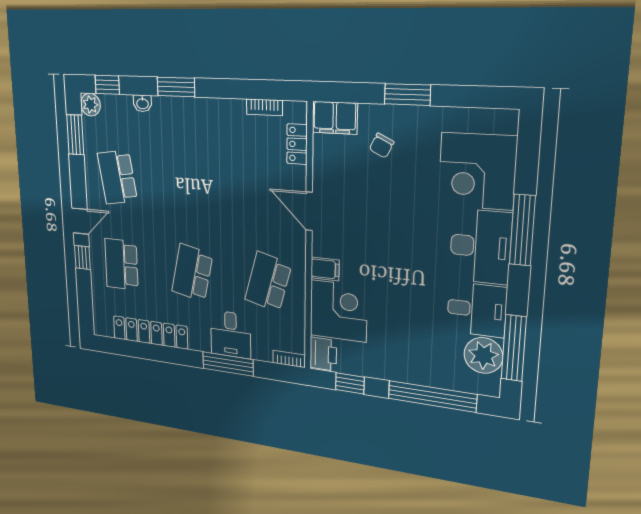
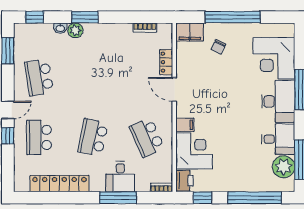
window: (407, 95) -> (233, 17), width x2.11
plant: (90, 105) -> (75, 30), moved
locker: (297, 144) -> (166, 62), moved
school desk: (268, 282) -> (147, 137), turned -39

